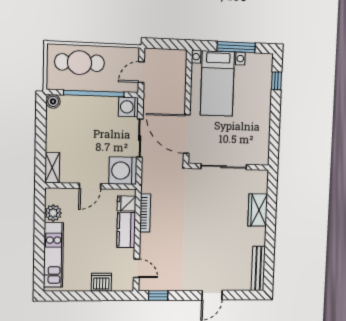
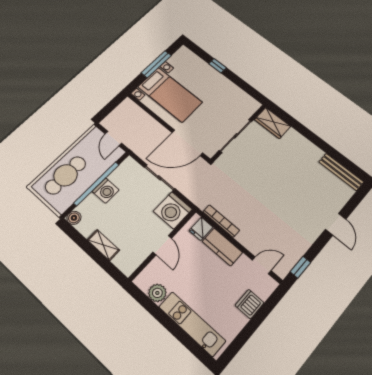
window: (277, 81) -> (218, 66), moved
washing machine: (128, 107) -> (106, 191), moved, turned -90
shelving: (52, 168) -> (103, 245), moved
wardrobe: (258, 210) -> (273, 123), moved

